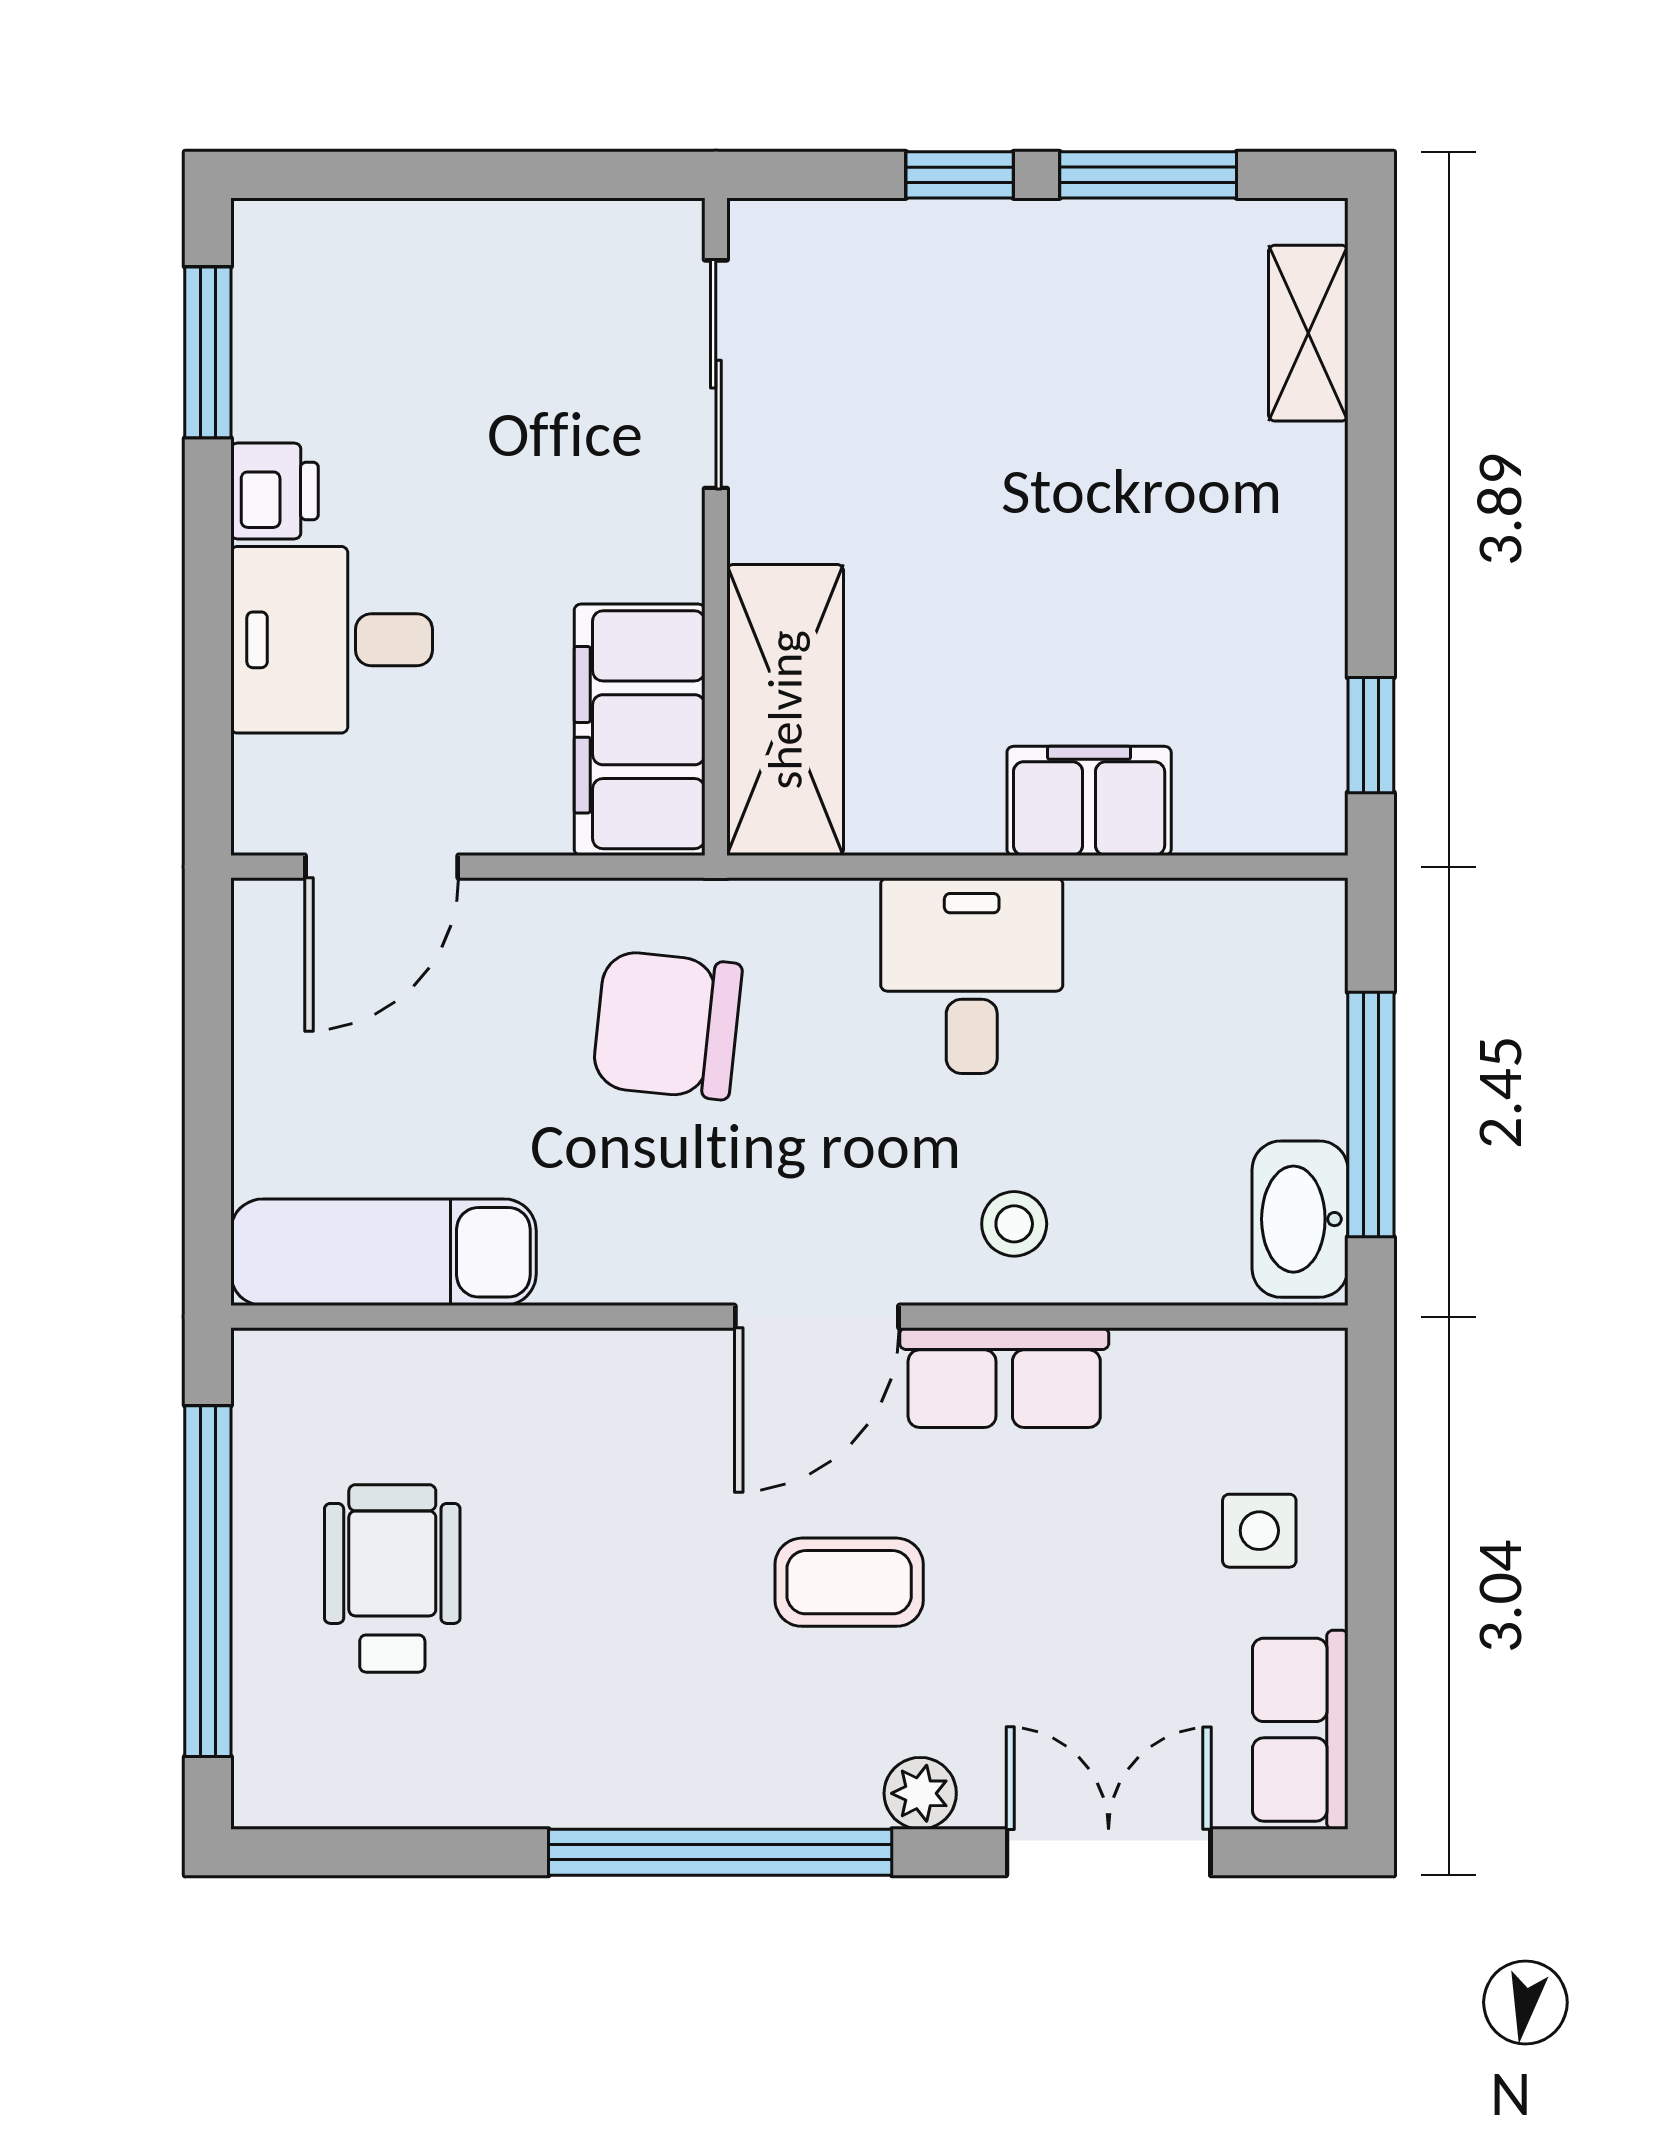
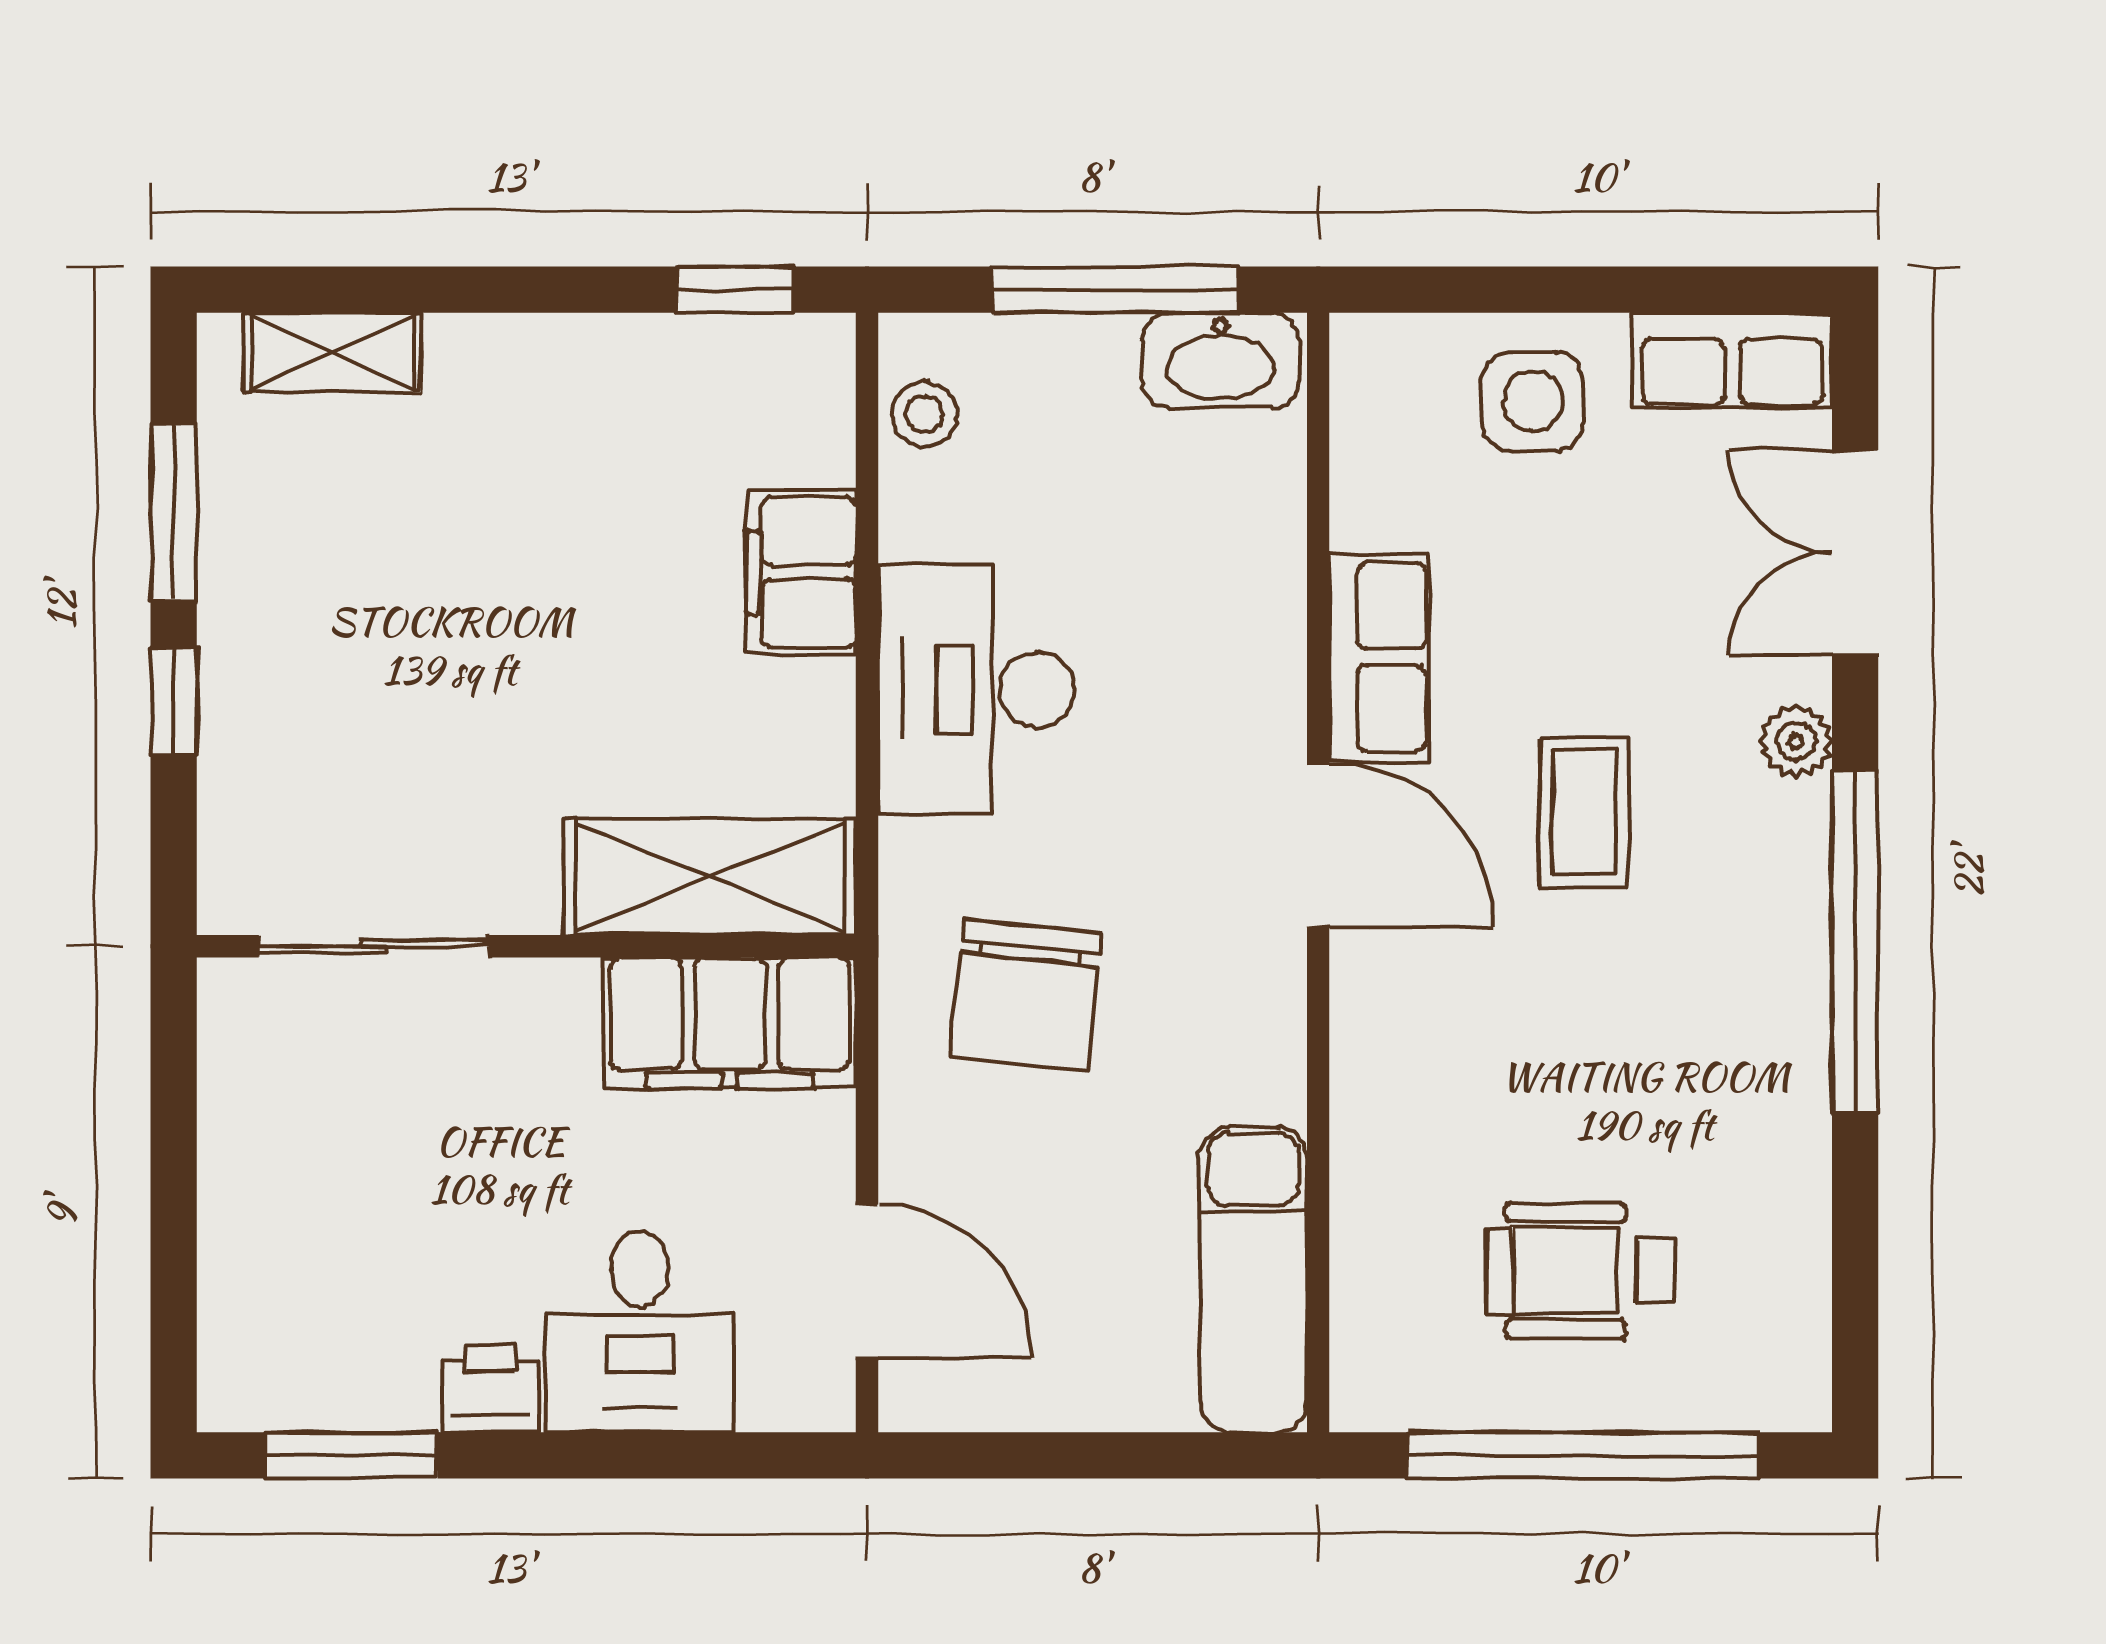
desk: (972, 976) -> (976, 690), width x1.37
stool: (1014, 1224) -> (924, 414), moved
side table: (1259, 1531) -> (1533, 401), width x1.37, depth x1.37

